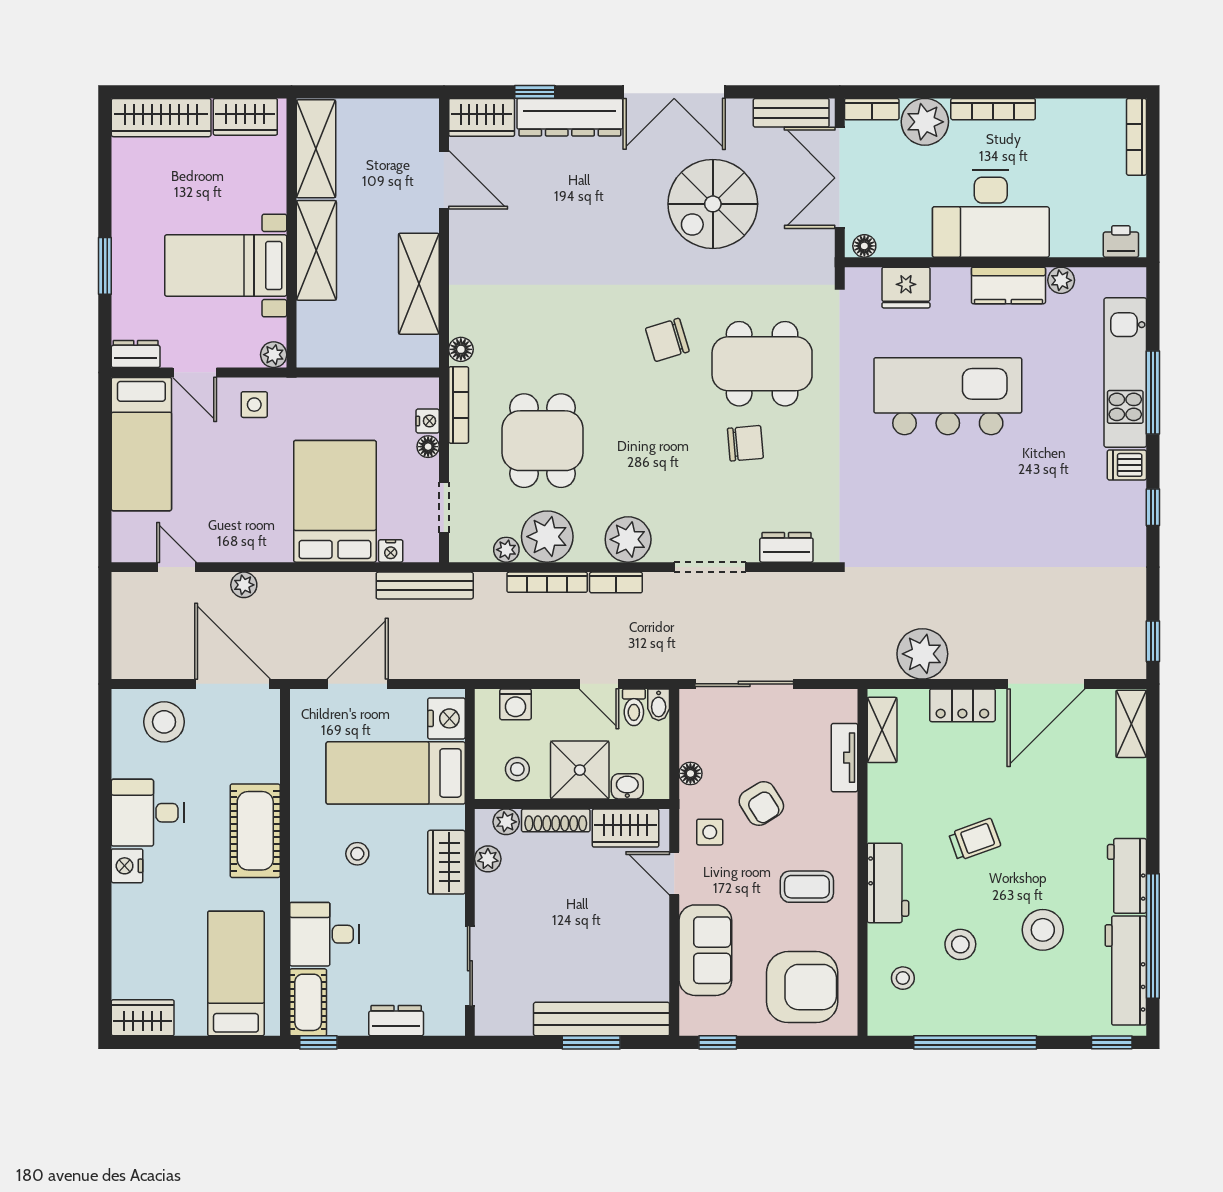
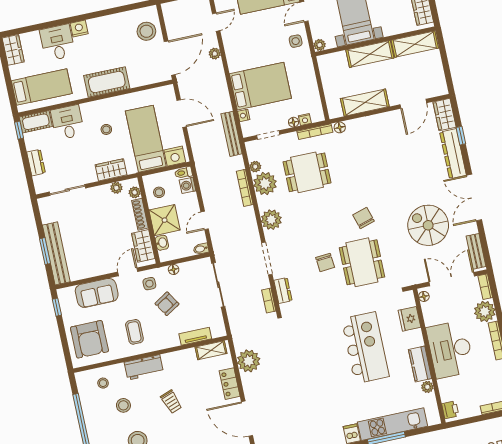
bookcase: (616, 582) -> (269, 301), moved
toilet: (634, 707) -> (183, 173), moved
desk: (148, 813) -> (57, 43), moved

